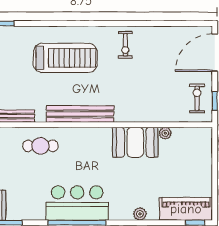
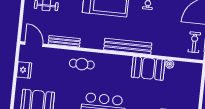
bench: (80, 114) -> (128, 46), moved

